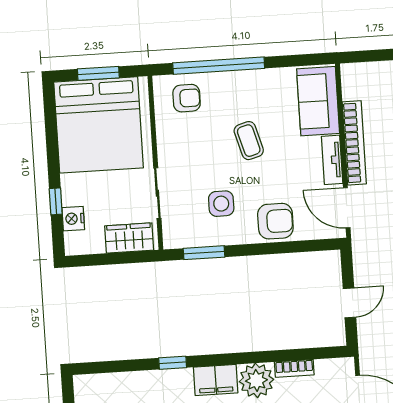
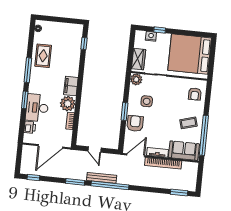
window: (219, 66) -> (204, 135), moved
window: (98, 73) -> (212, 58), removed
coffee table: (249, 141) -> (188, 123), moved
armchair: (275, 221) -> (135, 123), turned 180
plant: (176, 235) -> (136, 79), added
window: (204, 253) -> (125, 111), moved
window: (173, 363) -> (84, 43), moved

